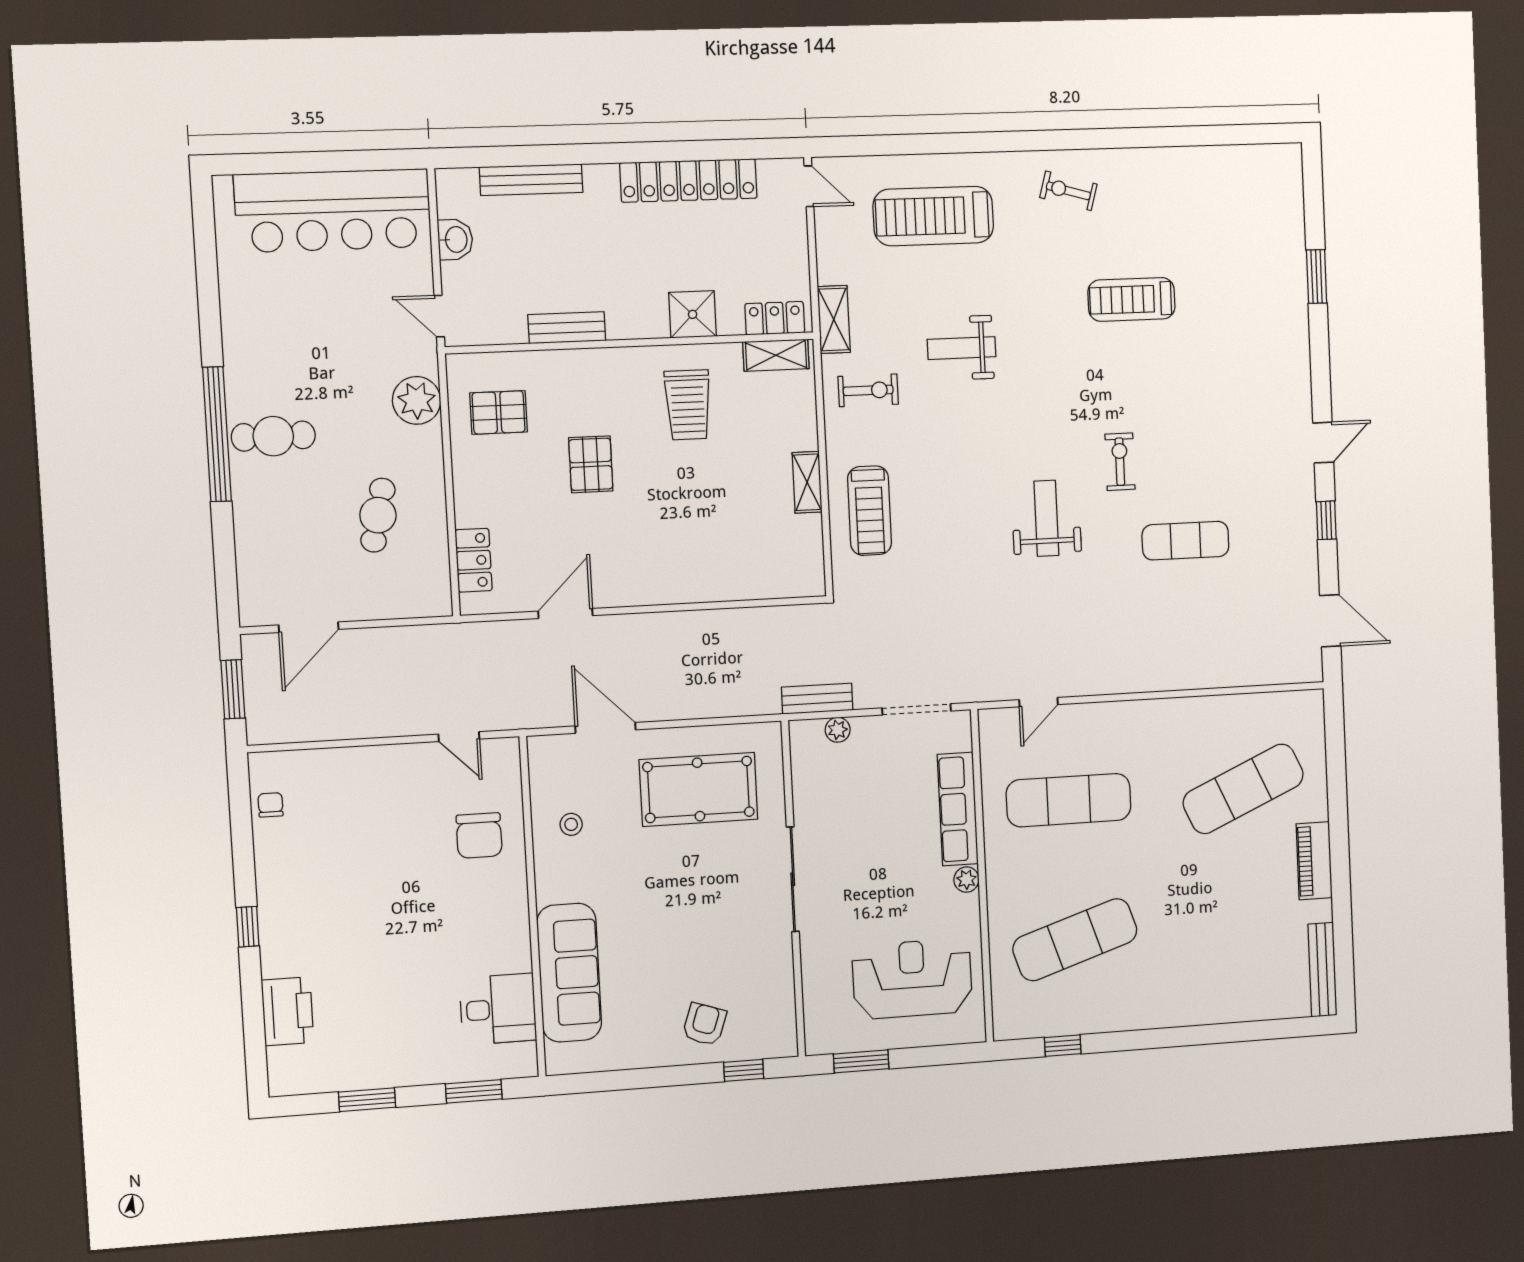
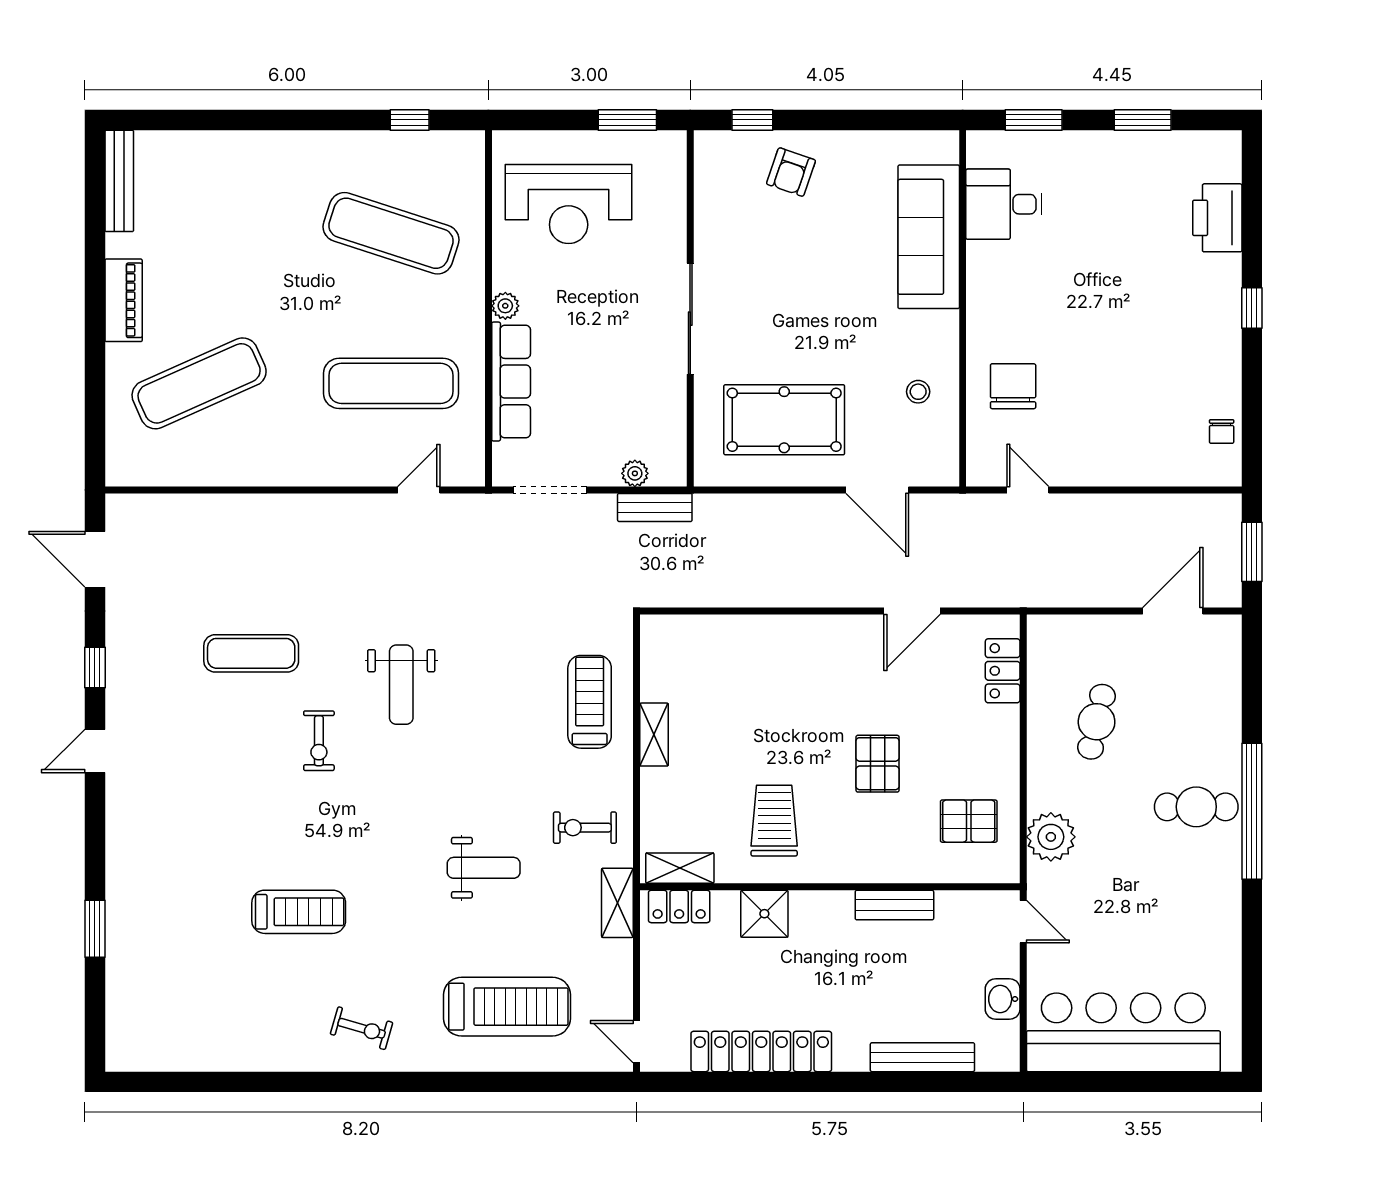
exercise mat: (1075, 940) -> (391, 233), turned 36

